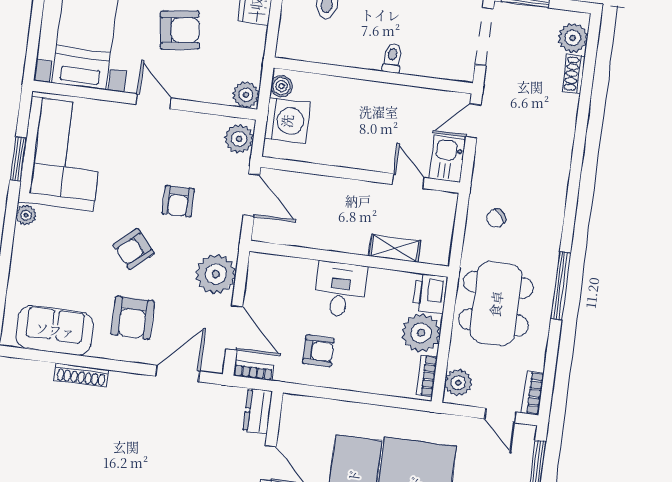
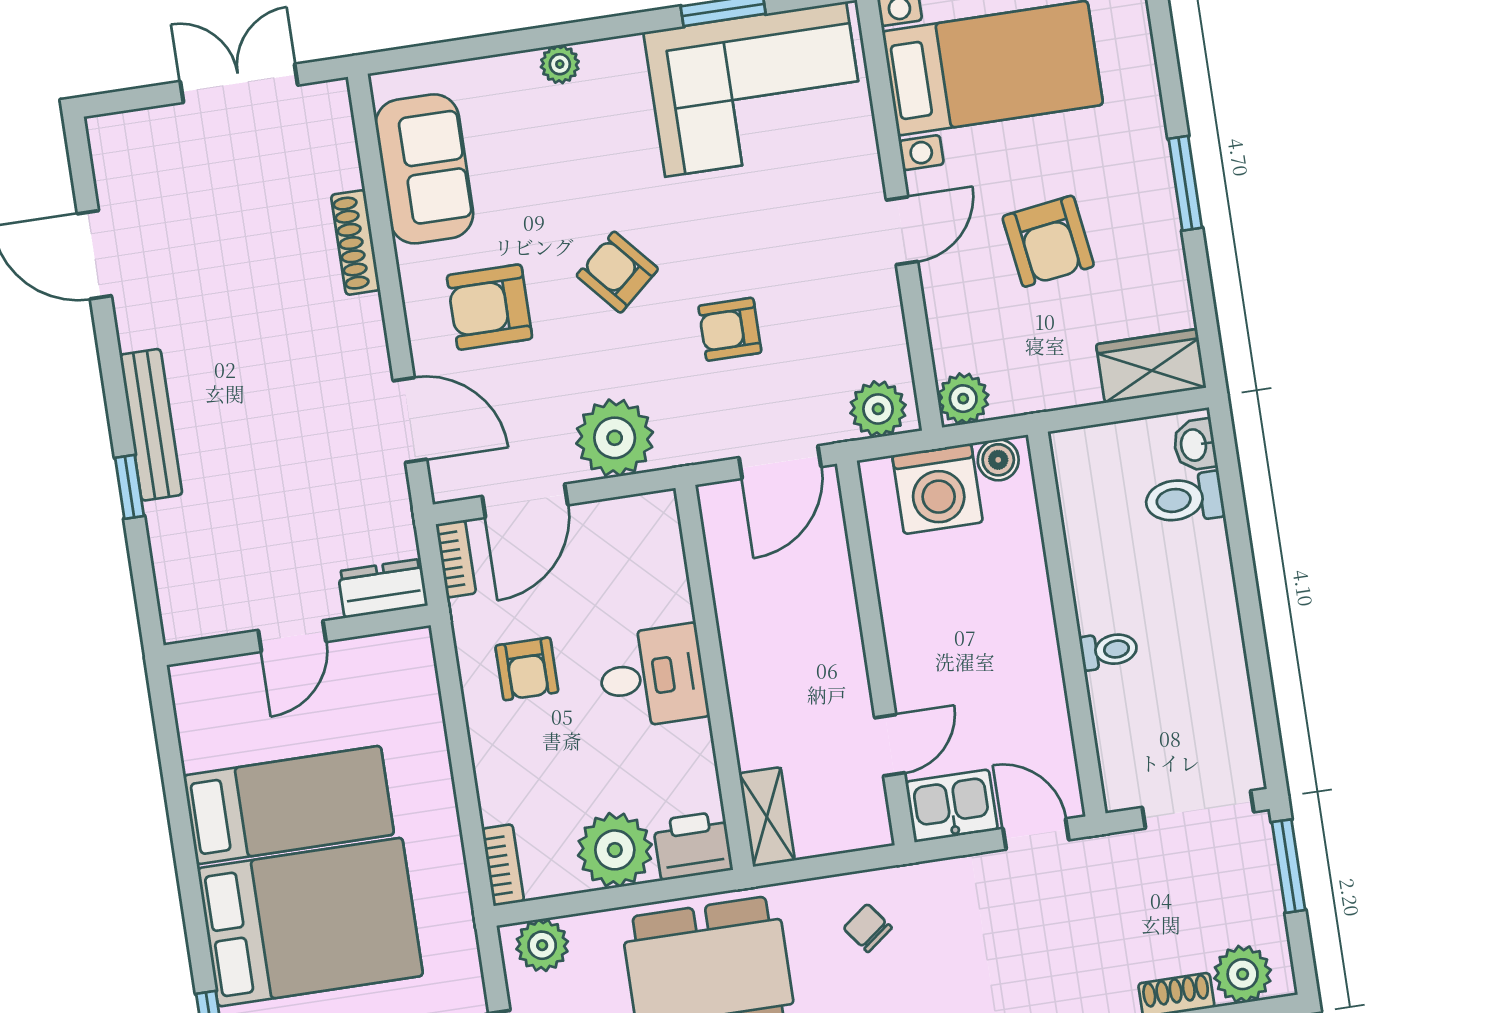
plant: (26, 215) -> (560, 64), moved
shelving: (395, 248) -> (767, 817), moved
bookcase: (427, 376) -> (503, 865), moved, turned 90

